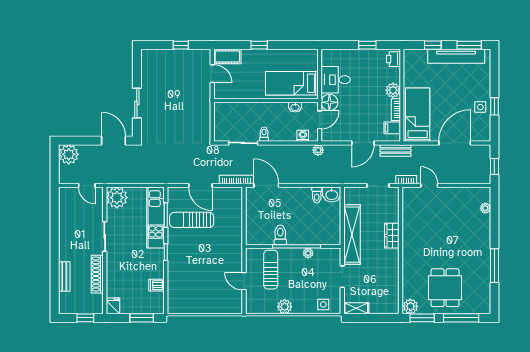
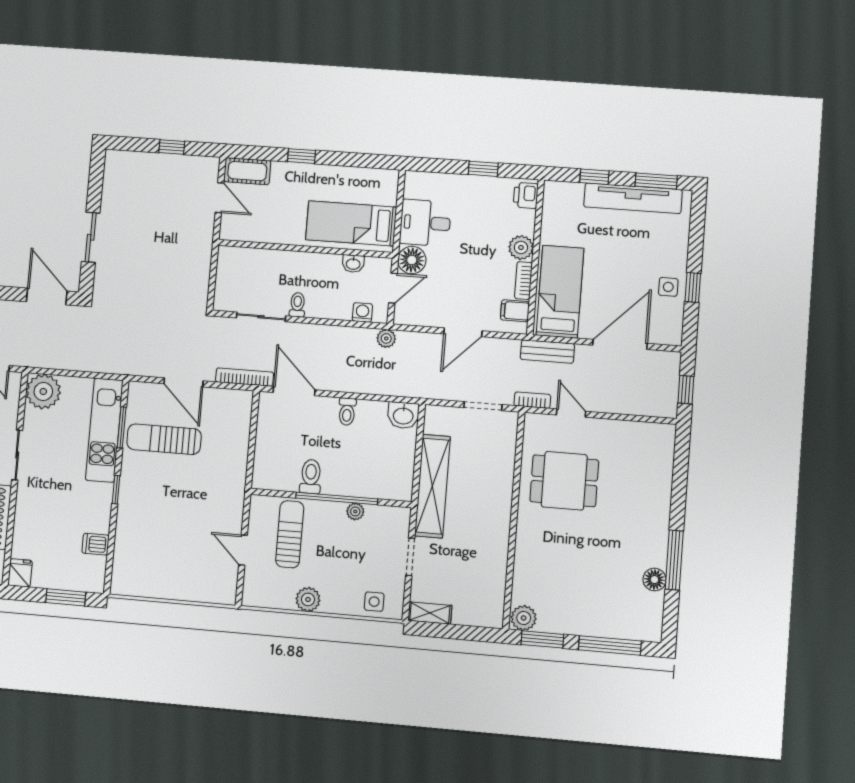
bench: (395, 150) -> (547, 352), moved
toilet: (317, 195) -> (347, 412), moved
plant: (485, 208) -> (665, 460), removed
wardrobe: (392, 236) -> (500, 493), removed
floor lamp: (484, 278) -> (654, 580), added
dining table: (445, 288) -> (564, 481), moved, turned 90

